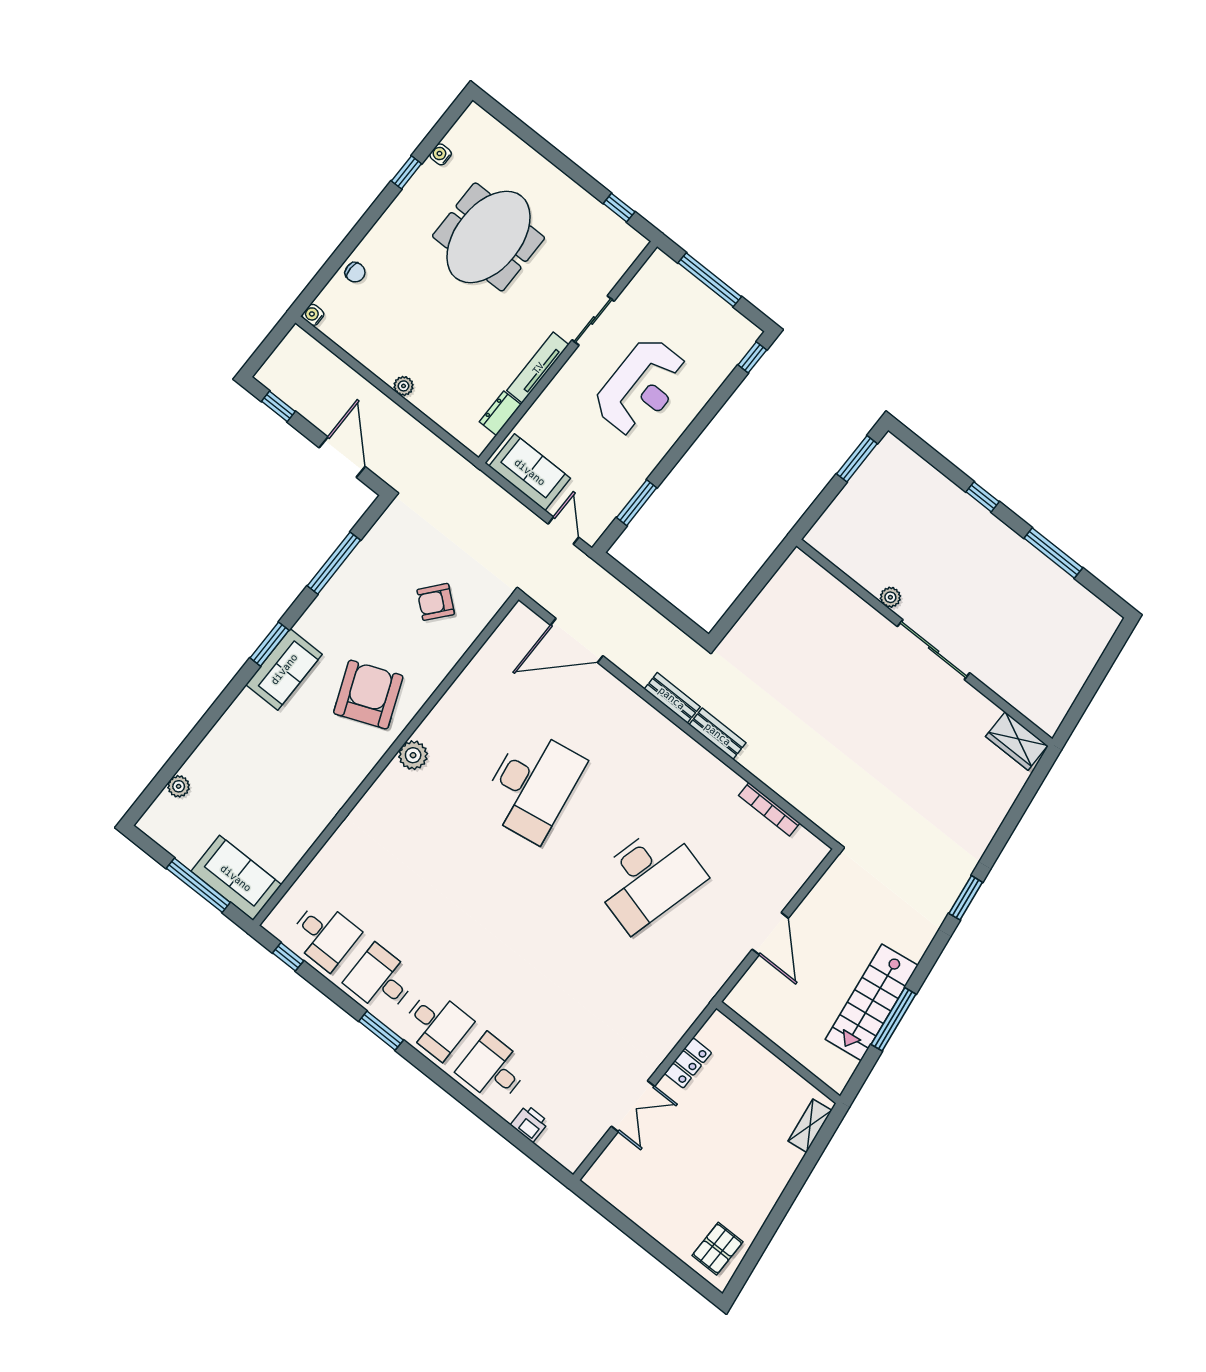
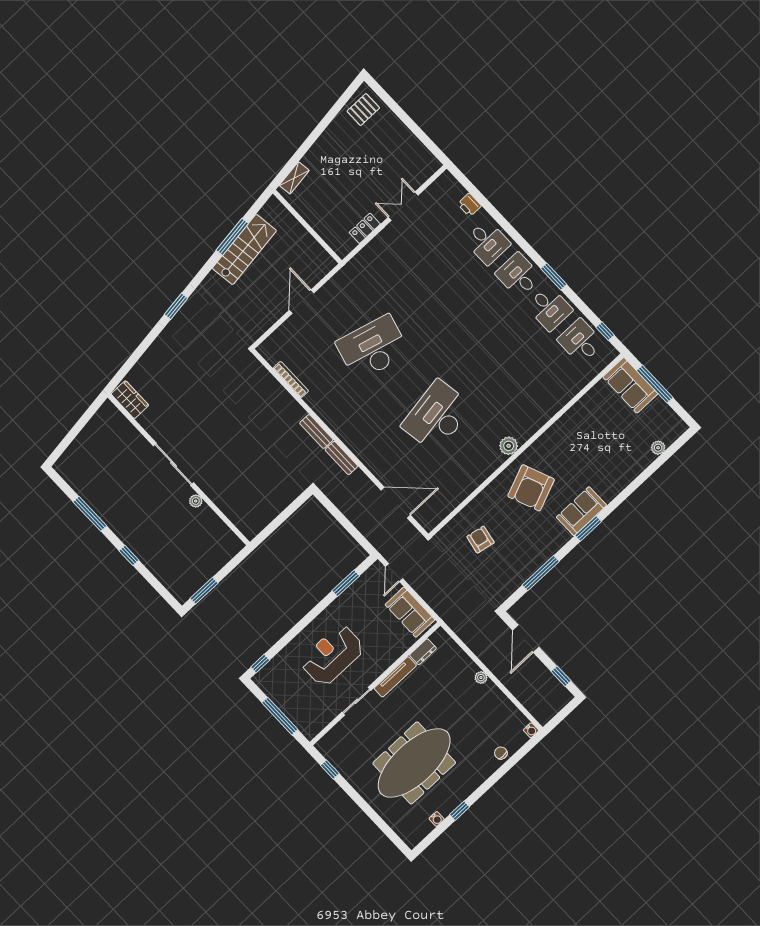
meeting table: (489, 237) -> (414, 763), width x1.36
armchair: (436, 602) -> (480, 540), turned -119

